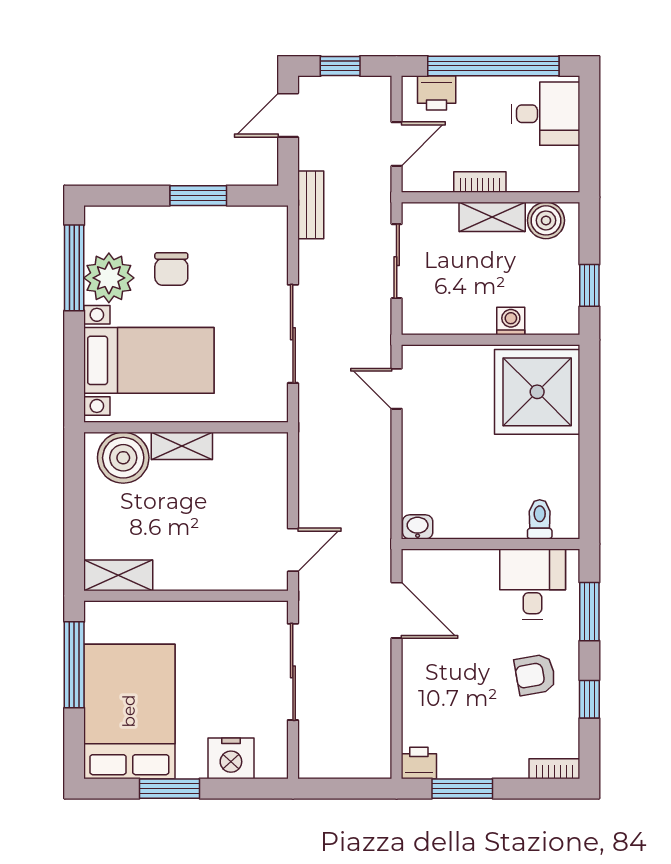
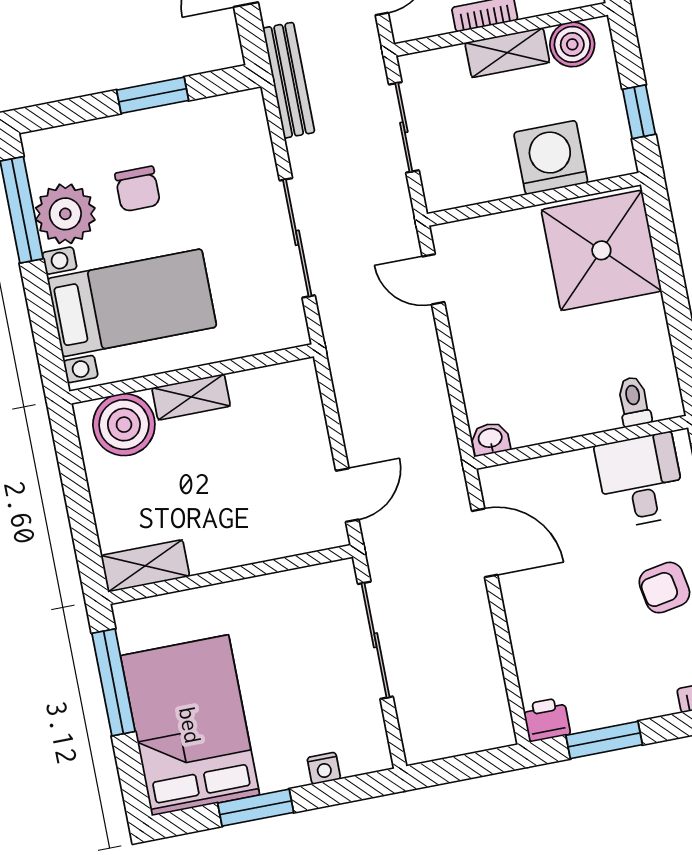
bench: (311, 205) -> (289, 80), width x1.36
washing machine: (511, 321) -> (551, 158), width x1.89, depth x1.89
nightstand: (231, 758) -> (324, 768), width x0.53, depth x0.56

